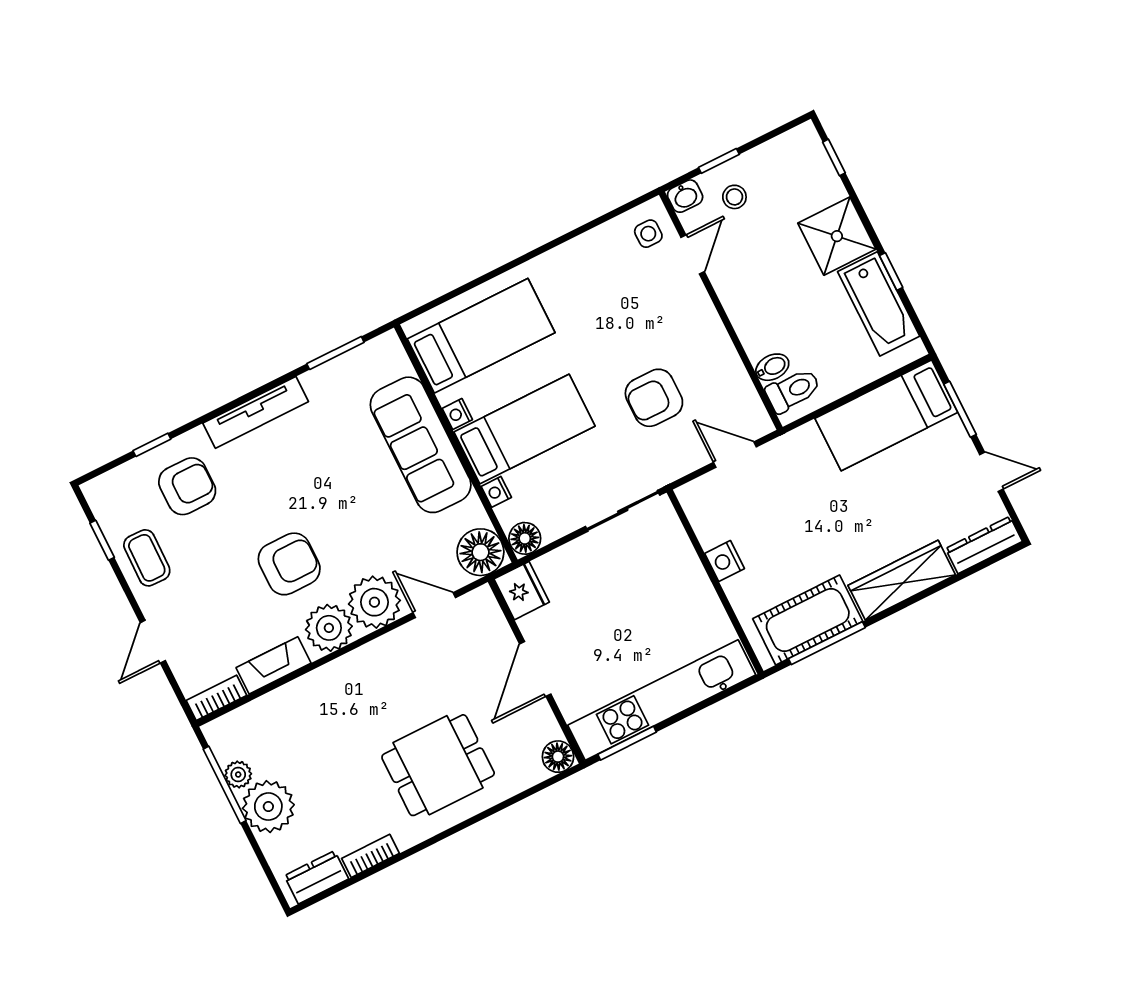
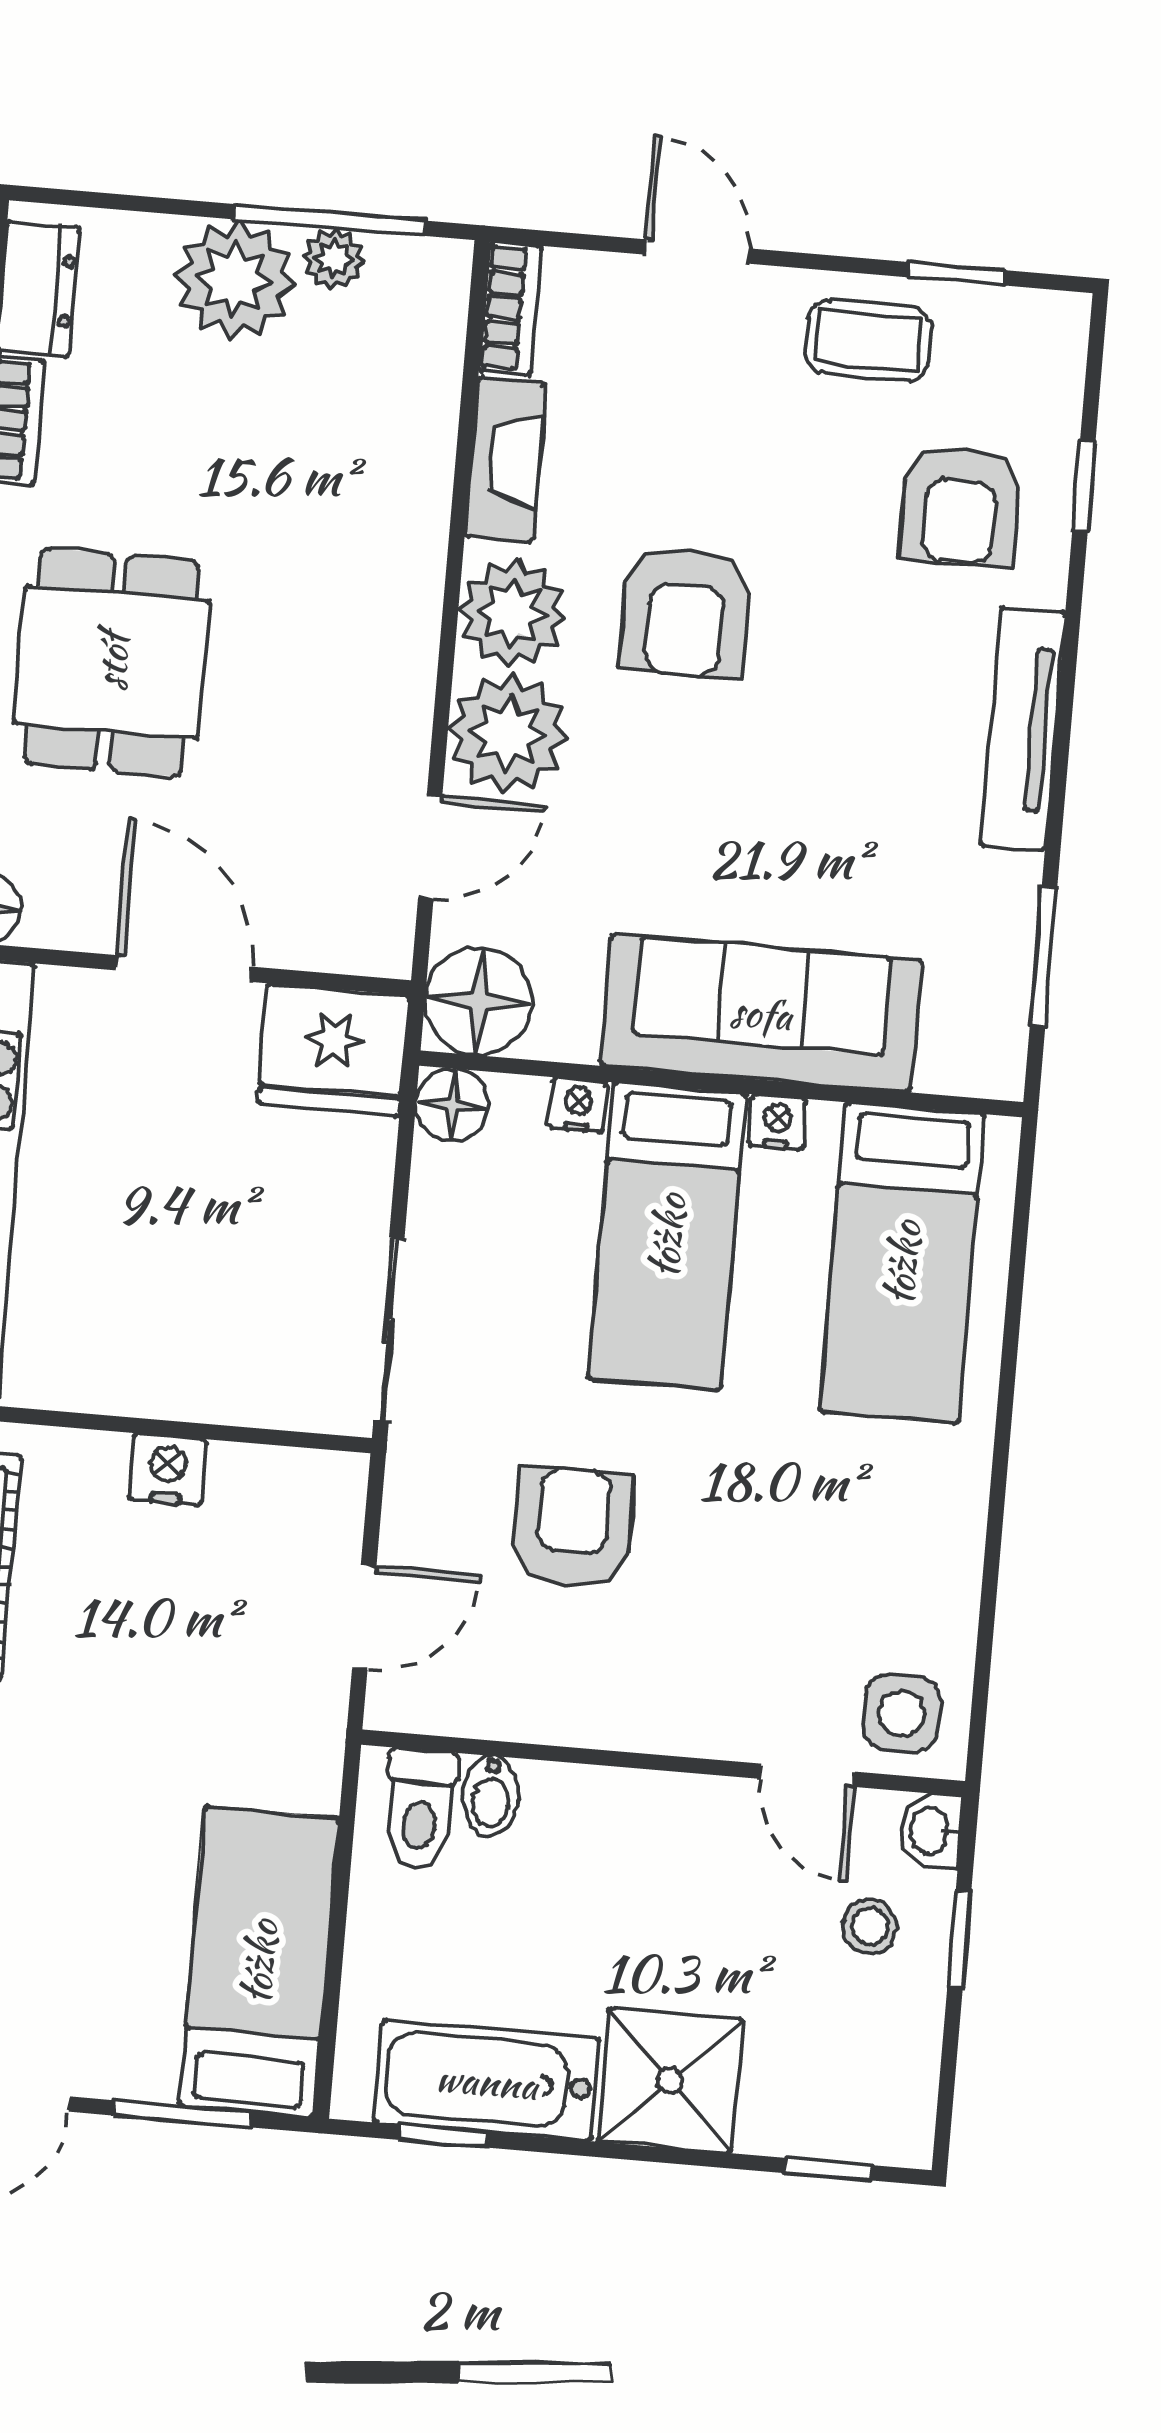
side table: (648, 234) -> (902, 1713), width x1.37, depth x1.37
window: (891, 272) -> (444, 2136), moved
fridge: (522, 591) -> (334, 1050), width x1.36, depth x1.34

